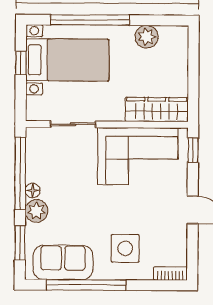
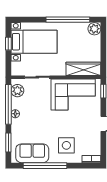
window: (90, 20) -> (68, 20), moved
plant: (147, 37) -> (94, 29), moved
plant: (36, 211) -> (17, 91), moved

